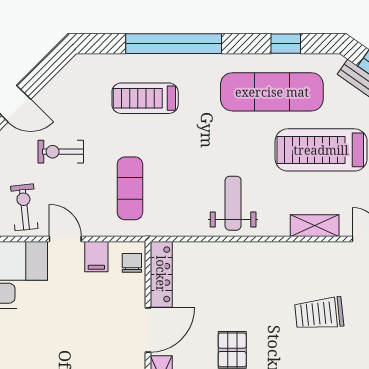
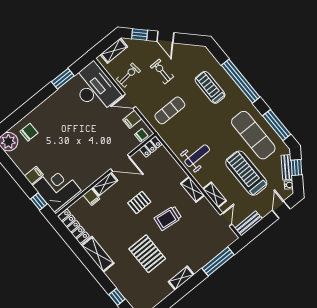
window: (286, 44) -> (277, 125), width x2.17
door: (65, 239) -> (129, 101), swing flipped
shelving: (279, 252) -> (193, 189), added
locker: (161, 274) -> (151, 147), width x0.66
trolley: (319, 314) -> (168, 218), moved, turned -77

